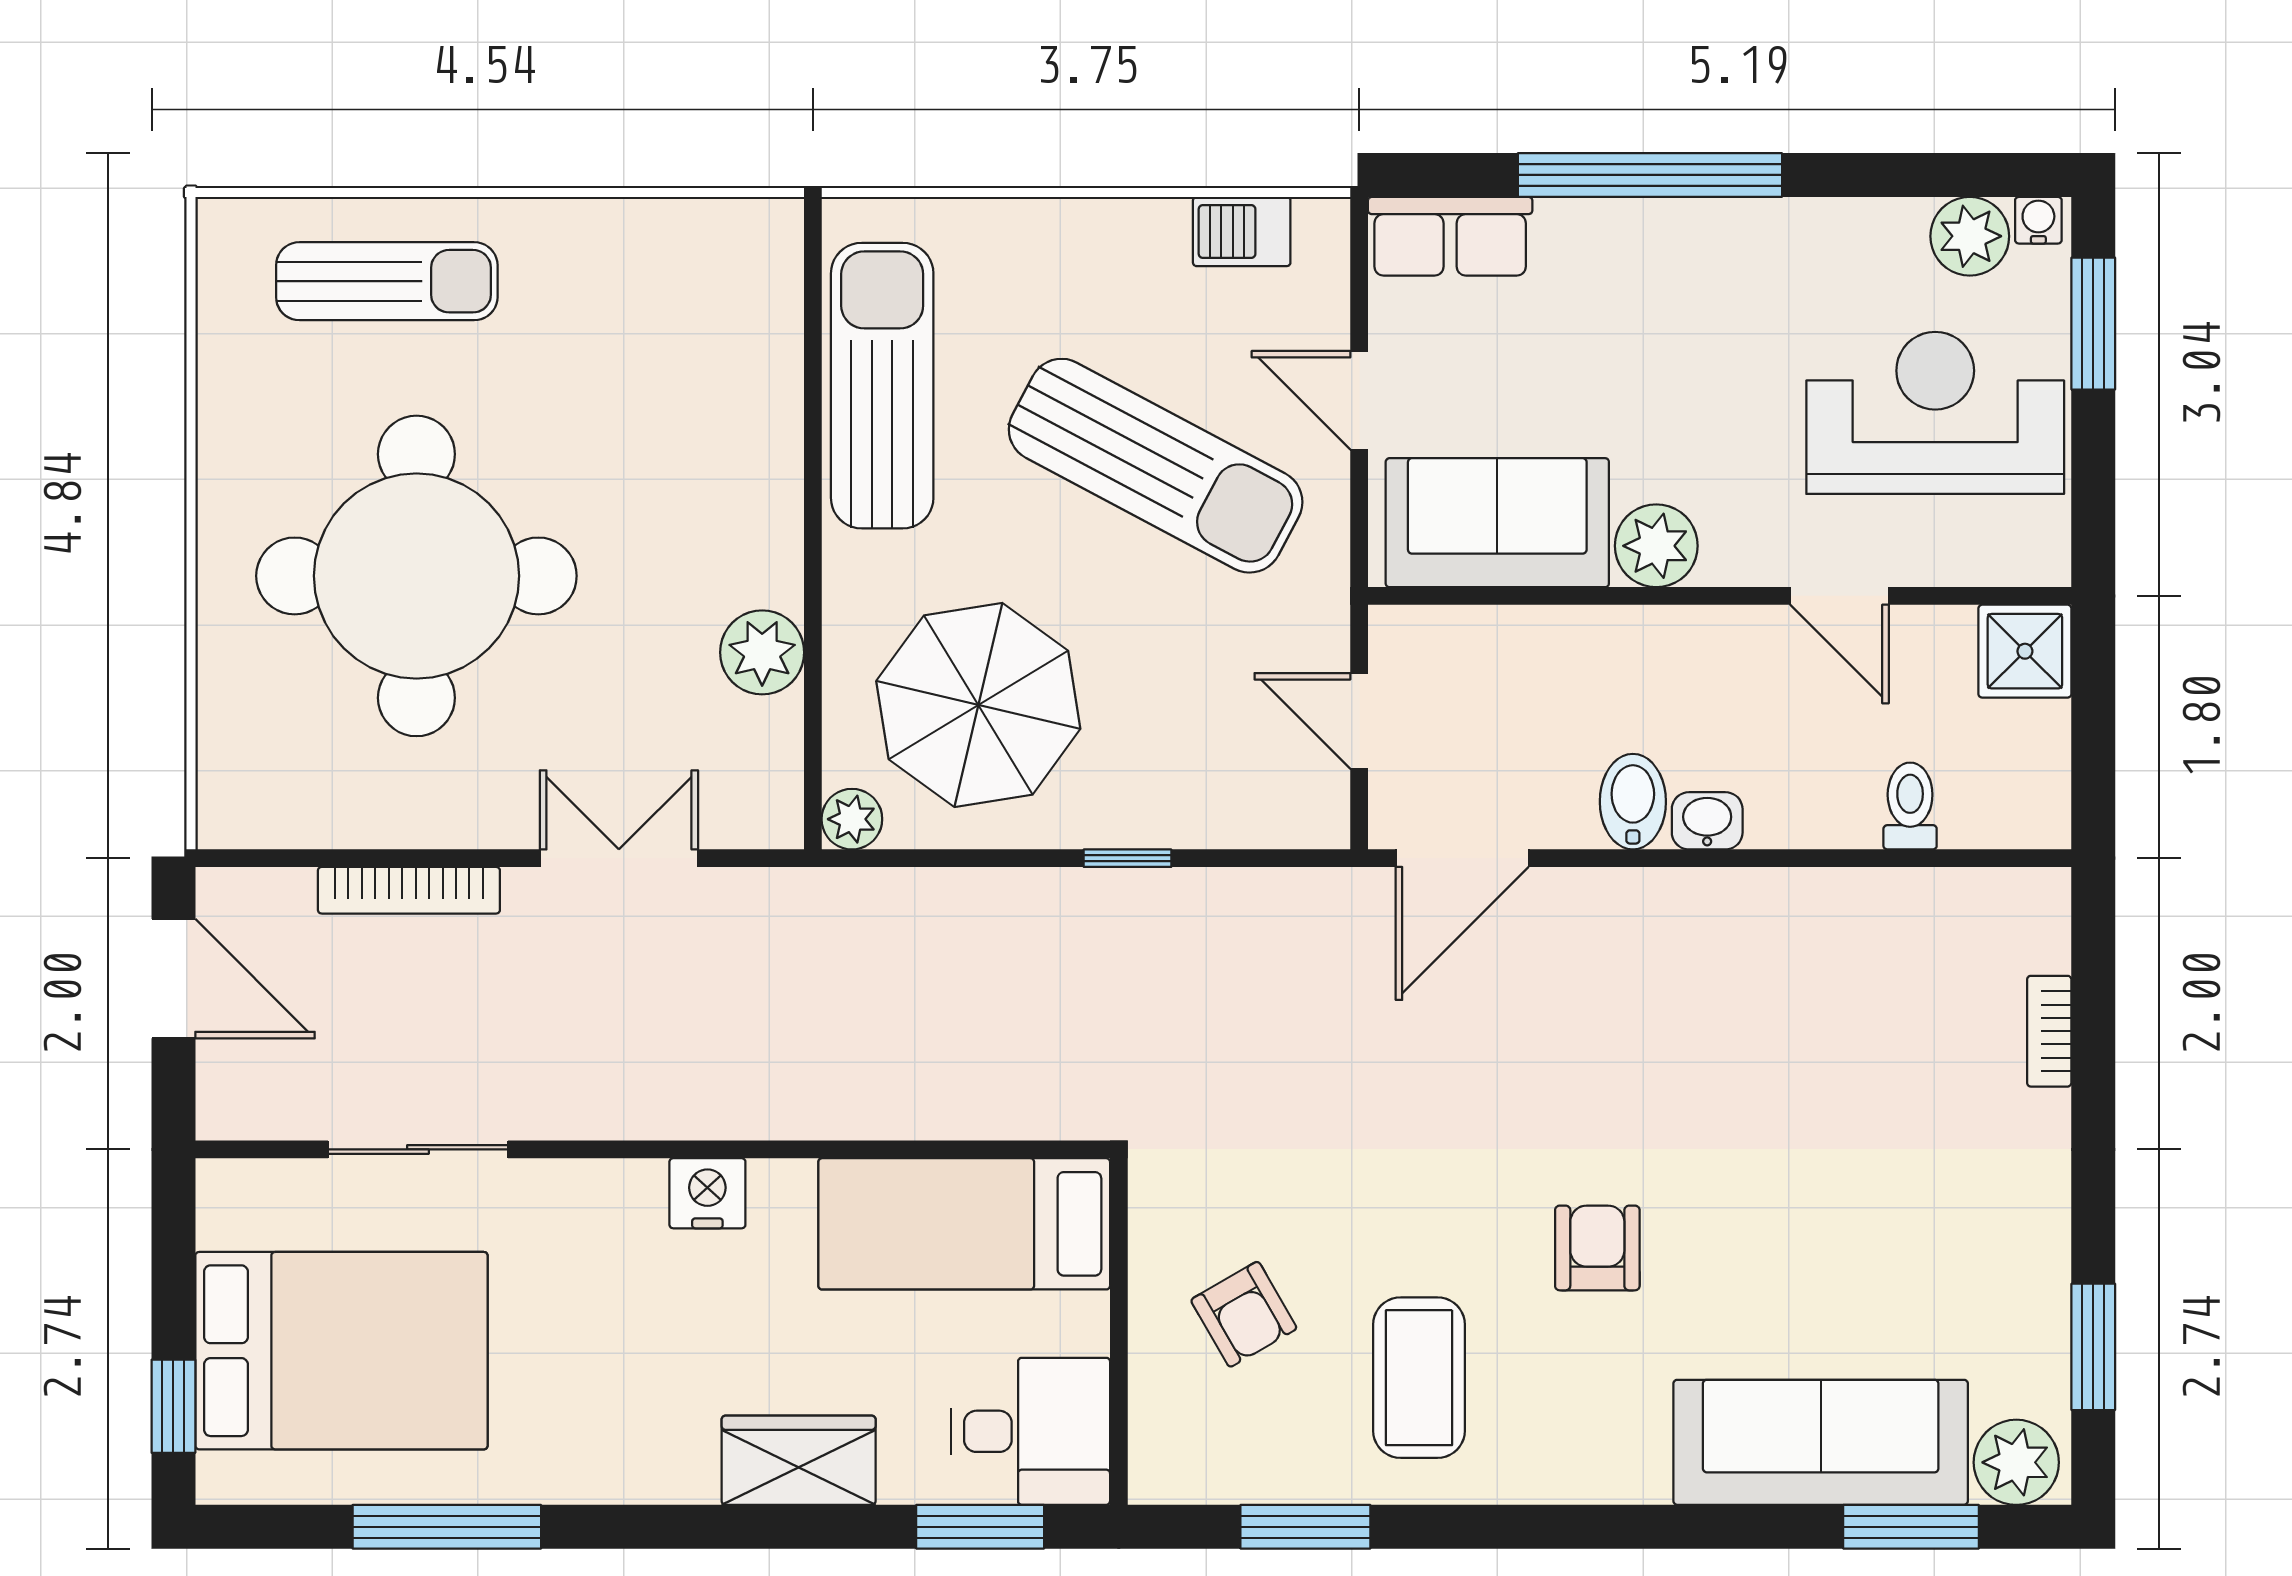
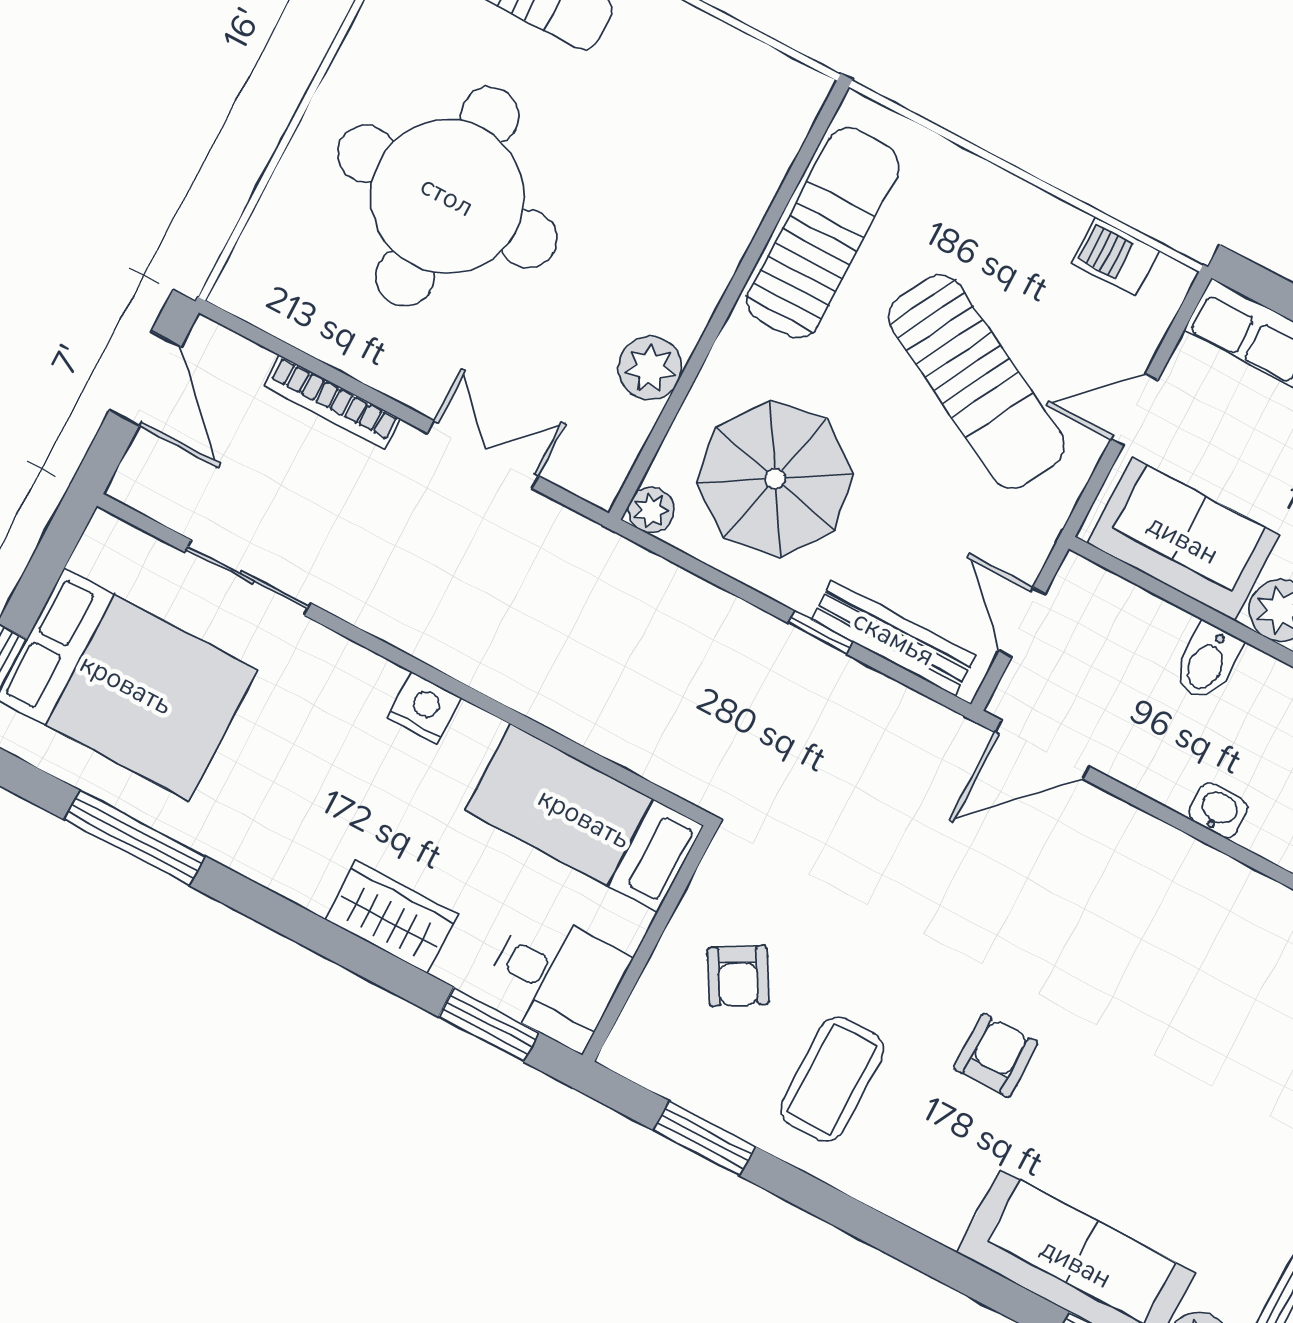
door: (1359, 400) -> (1134, 410), hinge flipped
bidet: (1633, 802) -> (1207, 662), moved, turned 180
bench: (1217, 819) -> (894, 638), added

